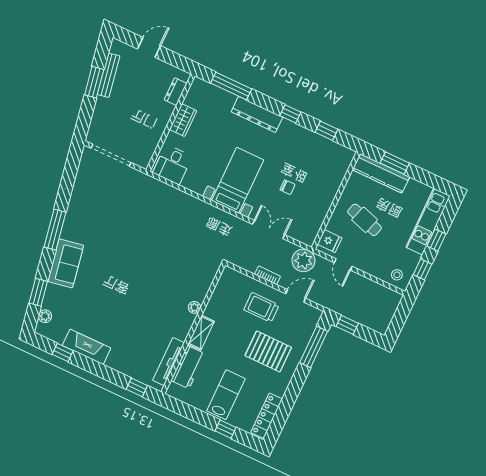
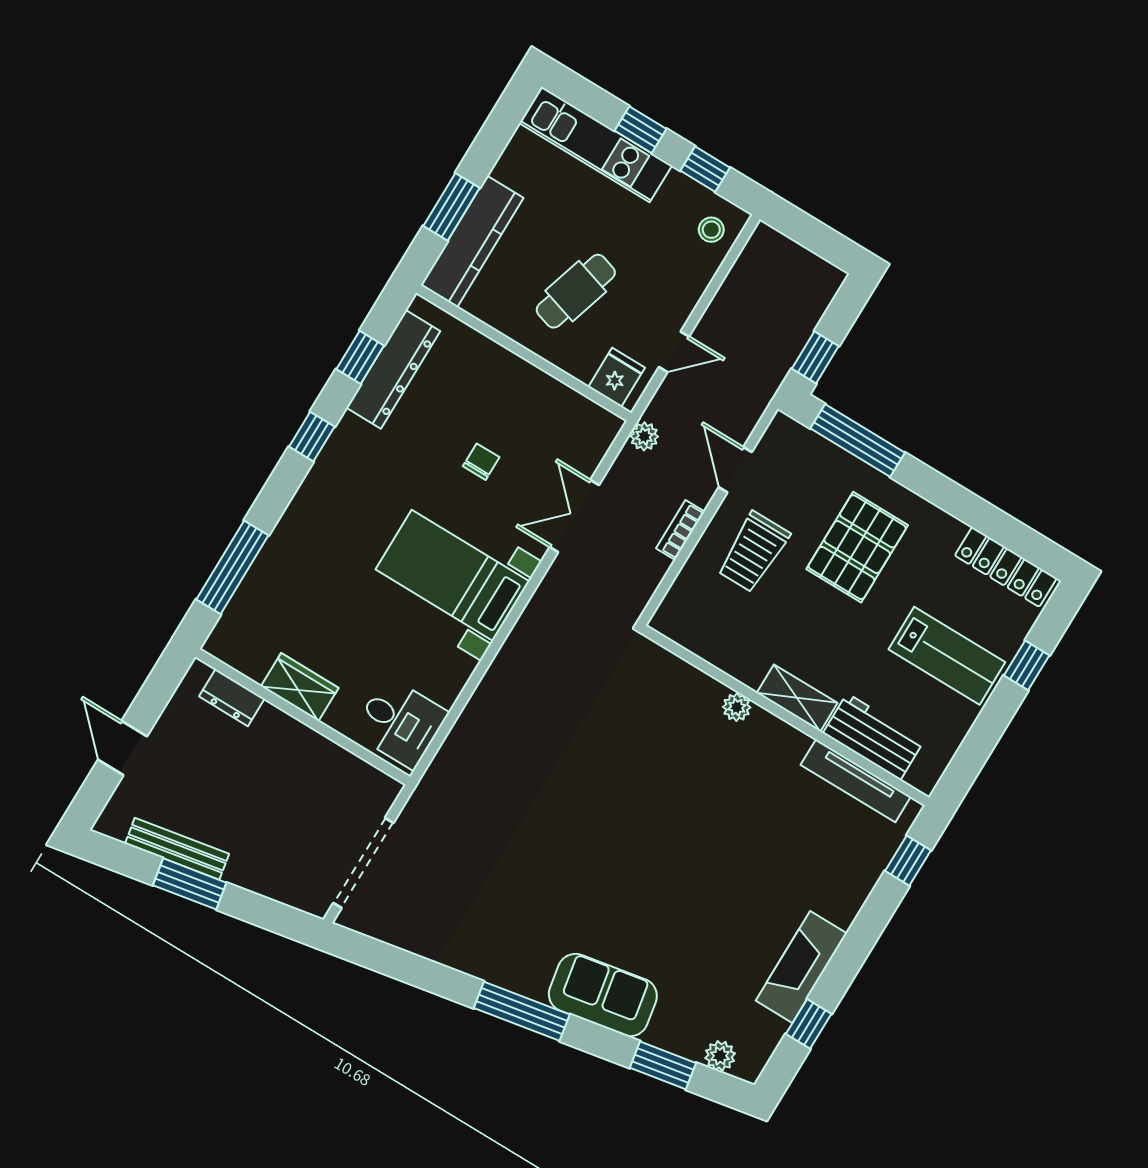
dresser: (257, 114) -> (393, 369), moved
plant: (303, 260) -> (644, 436), width x0.53, depth x0.53
lab bench: (226, 395) -> (947, 656), turned 180

